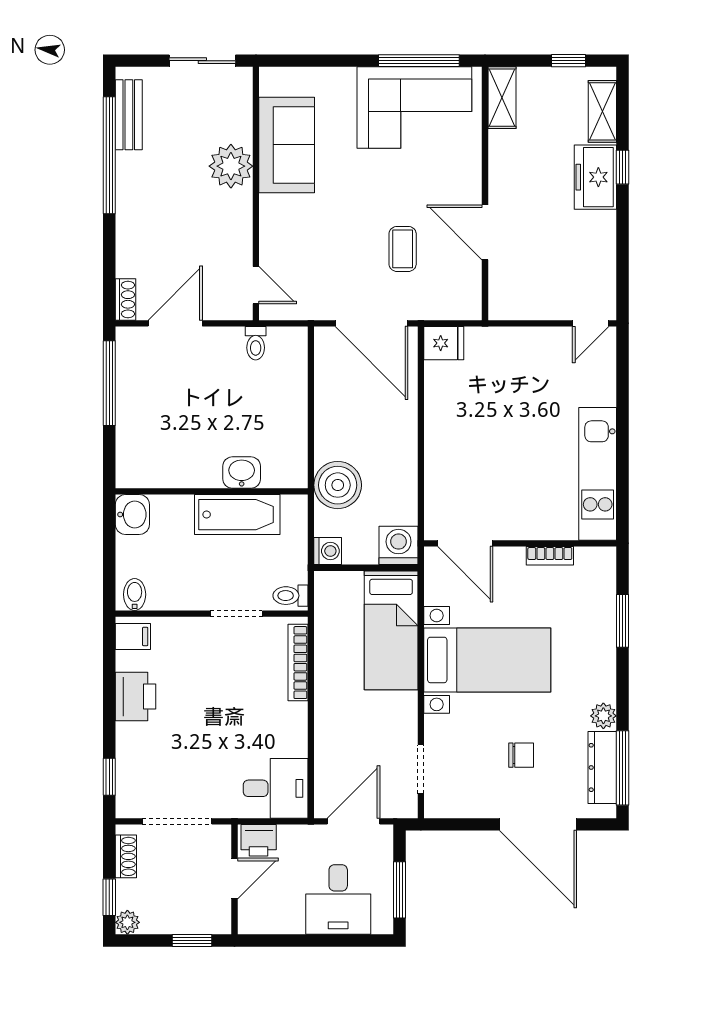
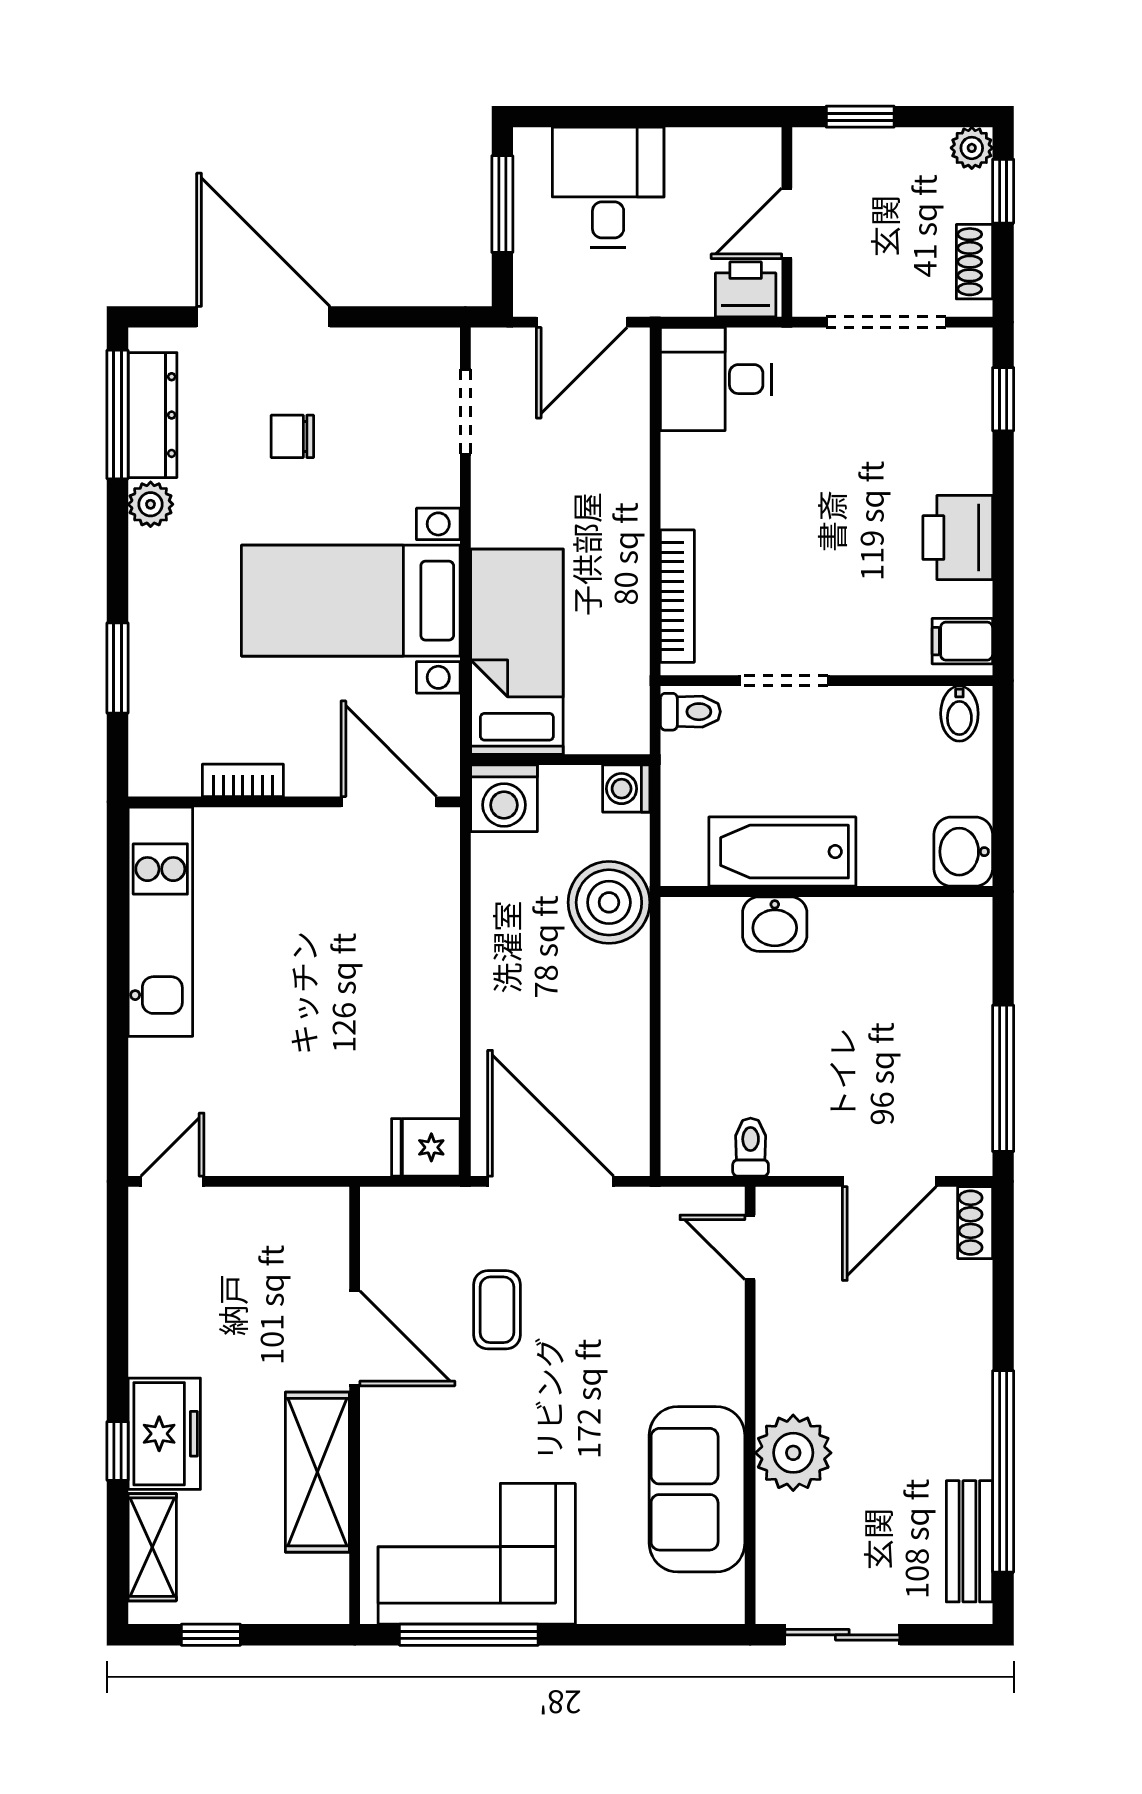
shelving: (502, 98) -> (317, 1472), moved, width x1.50, depth x1.33

